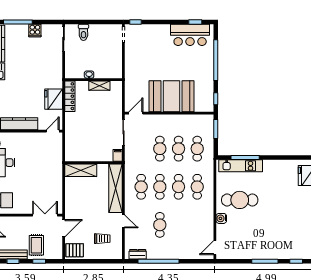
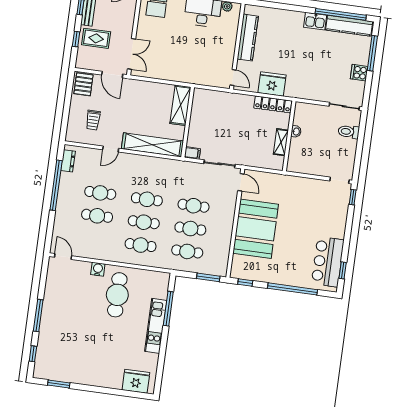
kitchen unit: (241, 166) -> (156, 326), moved
cafe table: (141, 187) -> (97, 216), moved

